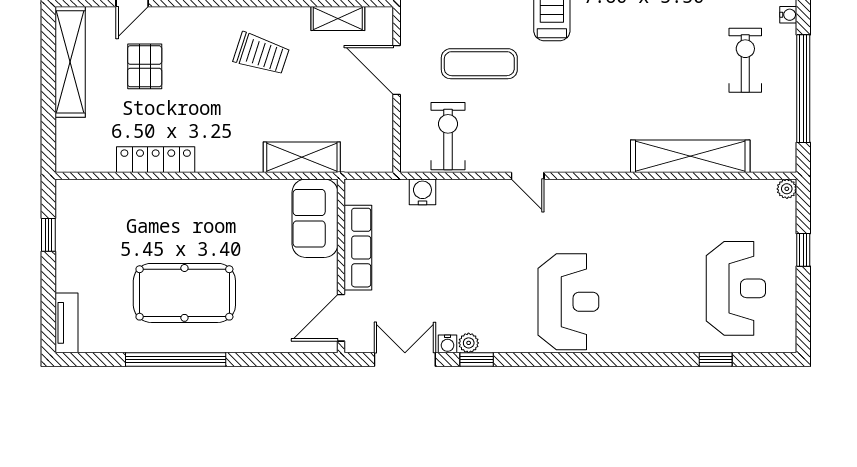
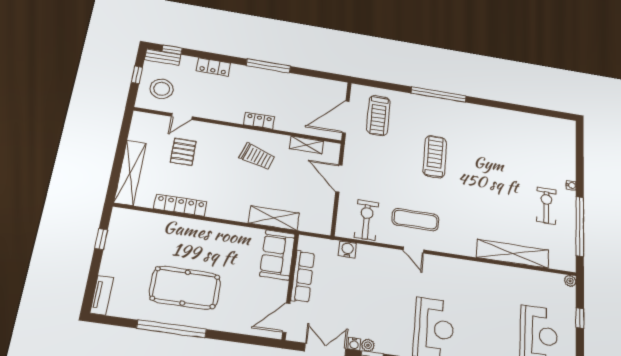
shelving: (70, 62) -> (130, 173), moved
exercise mat: (479, 64) -> (415, 220), moved

